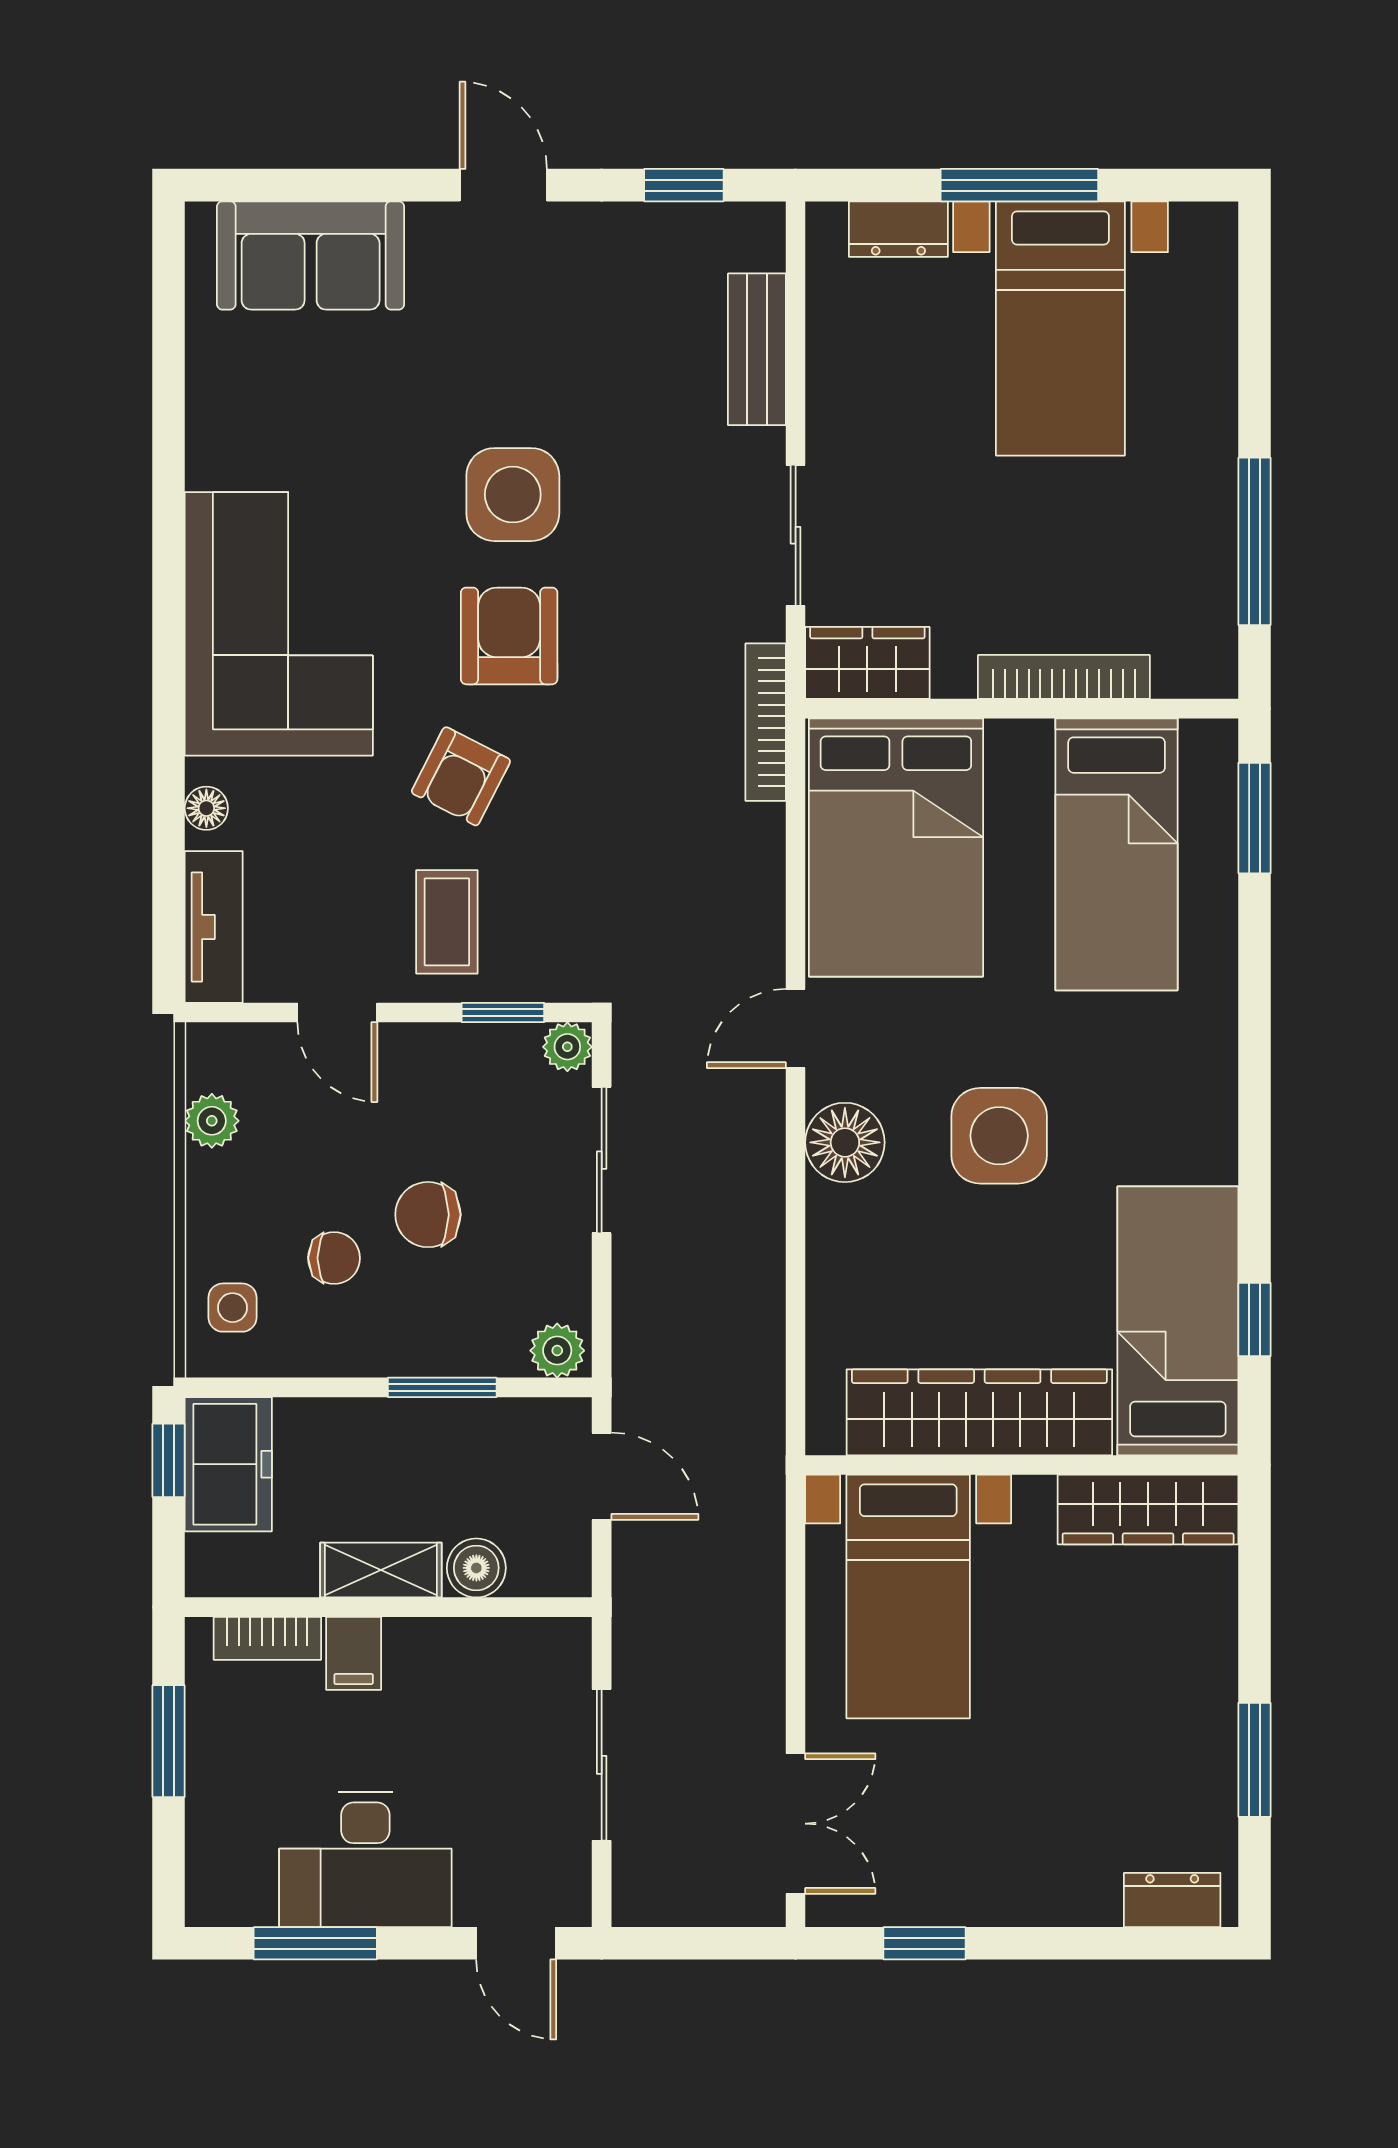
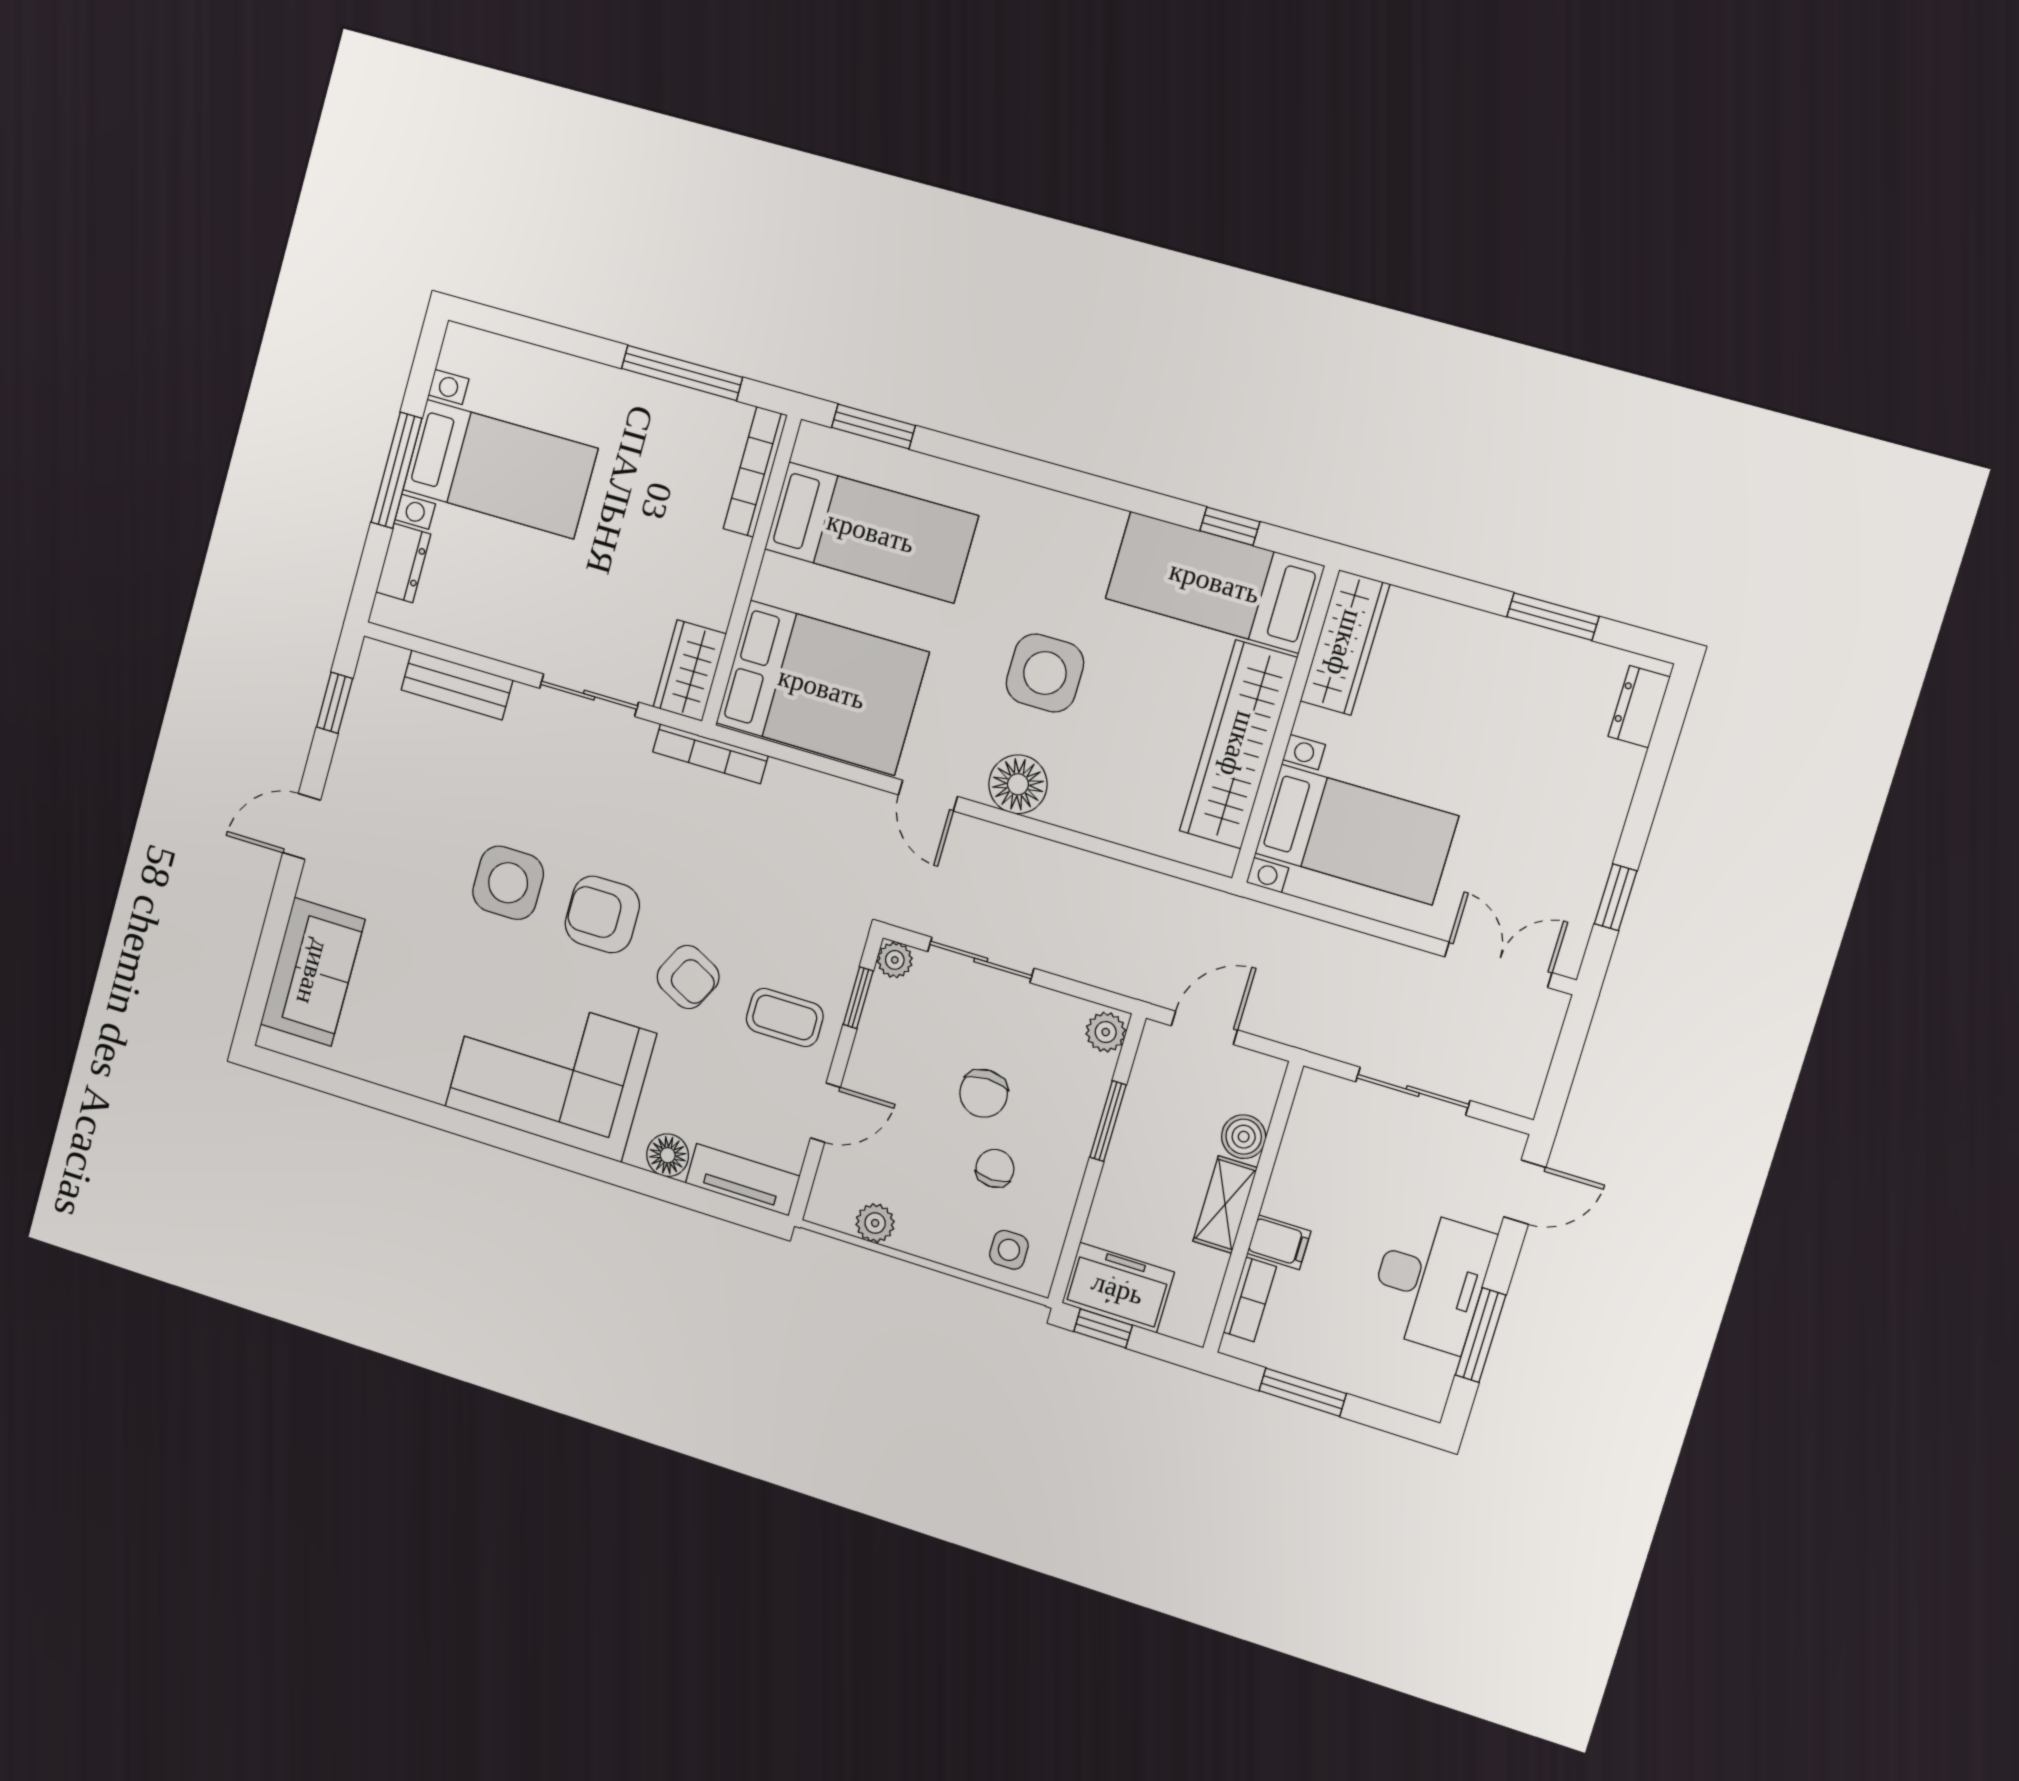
bookcase: (1064, 677) -> (755, 472), moved
floor lamp: (206, 808) -> (668, 1155), width x1.37, depth x1.37

